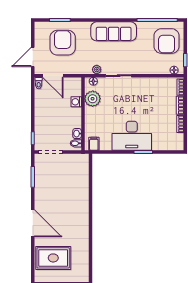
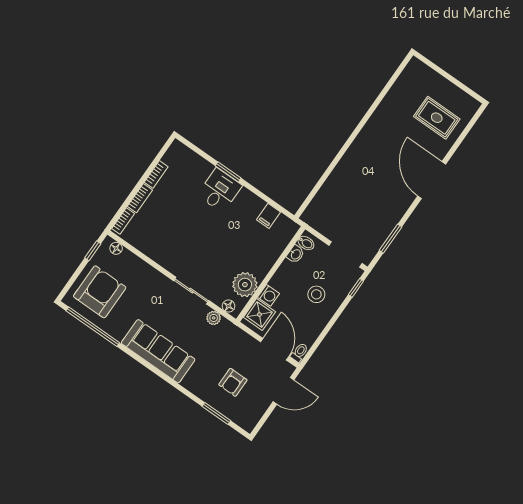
armchair: (63, 43) -> (233, 382), width x0.53, depth x0.53
shower: (74, 88) -> (259, 314), added
stool: (51, 120) -> (316, 294), added
desk: (132, 136) -> (220, 190), width x0.53, depth x0.77
filing cabinet: (94, 144) -> (269, 216), moved
rug: (53, 258) -> (437, 118), width x0.73, depth x0.70

